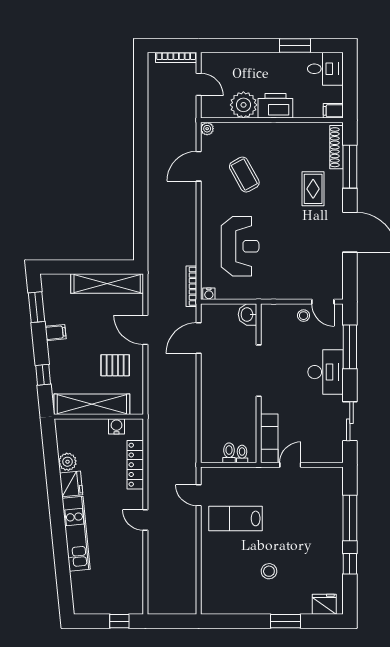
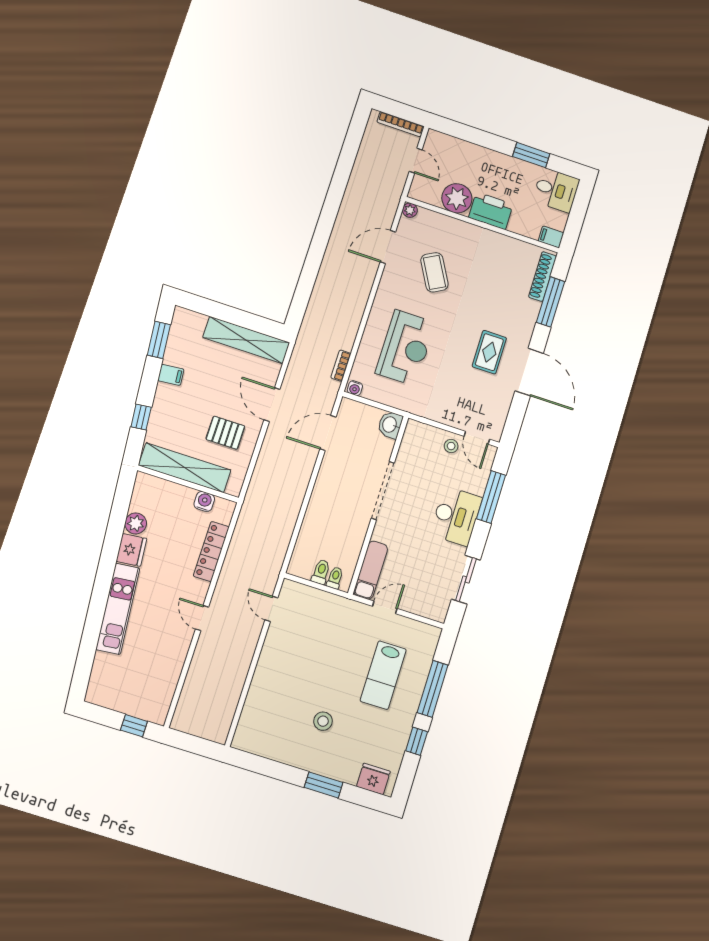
rug: (313, 189) -> (489, 352), moved
bookcase: (191, 286) -> (341, 366), width x0.64
lab bench: (235, 518) -> (383, 675), moved, turned -90

